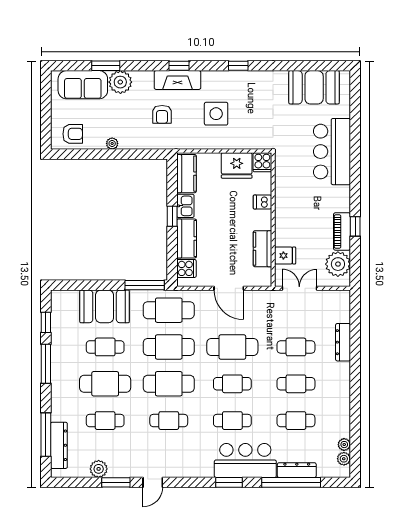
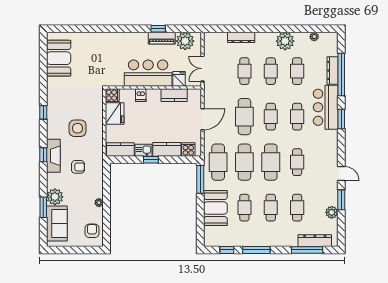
bar counter: (332, 152) -> (148, 73), moved, turned 180
cafe table: (105, 384) -> (271, 208), width x0.73, depth x0.74
plant: (344, 459) -> (285, 41), moved, width x1.88, depth x1.88

